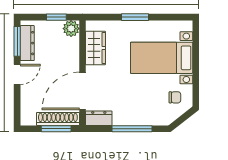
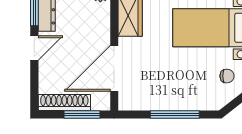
dresser: (99, 118) -> (134, 102), removed
shoe rack: (58, 119) -> (64, 102), moved

